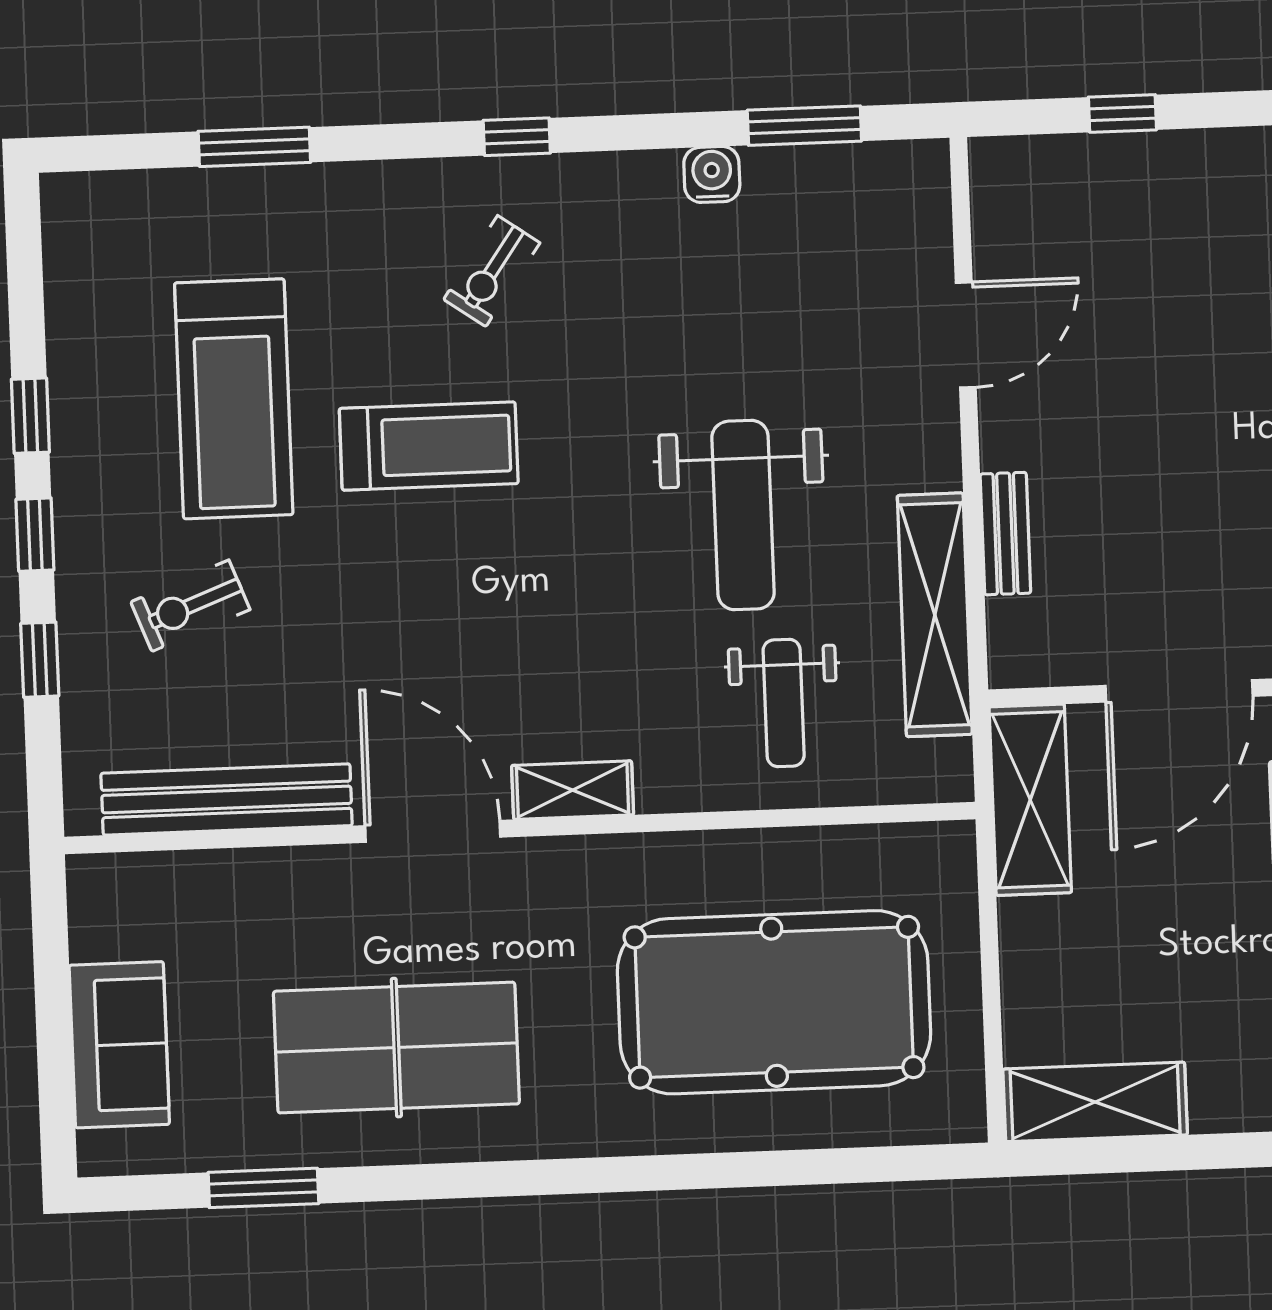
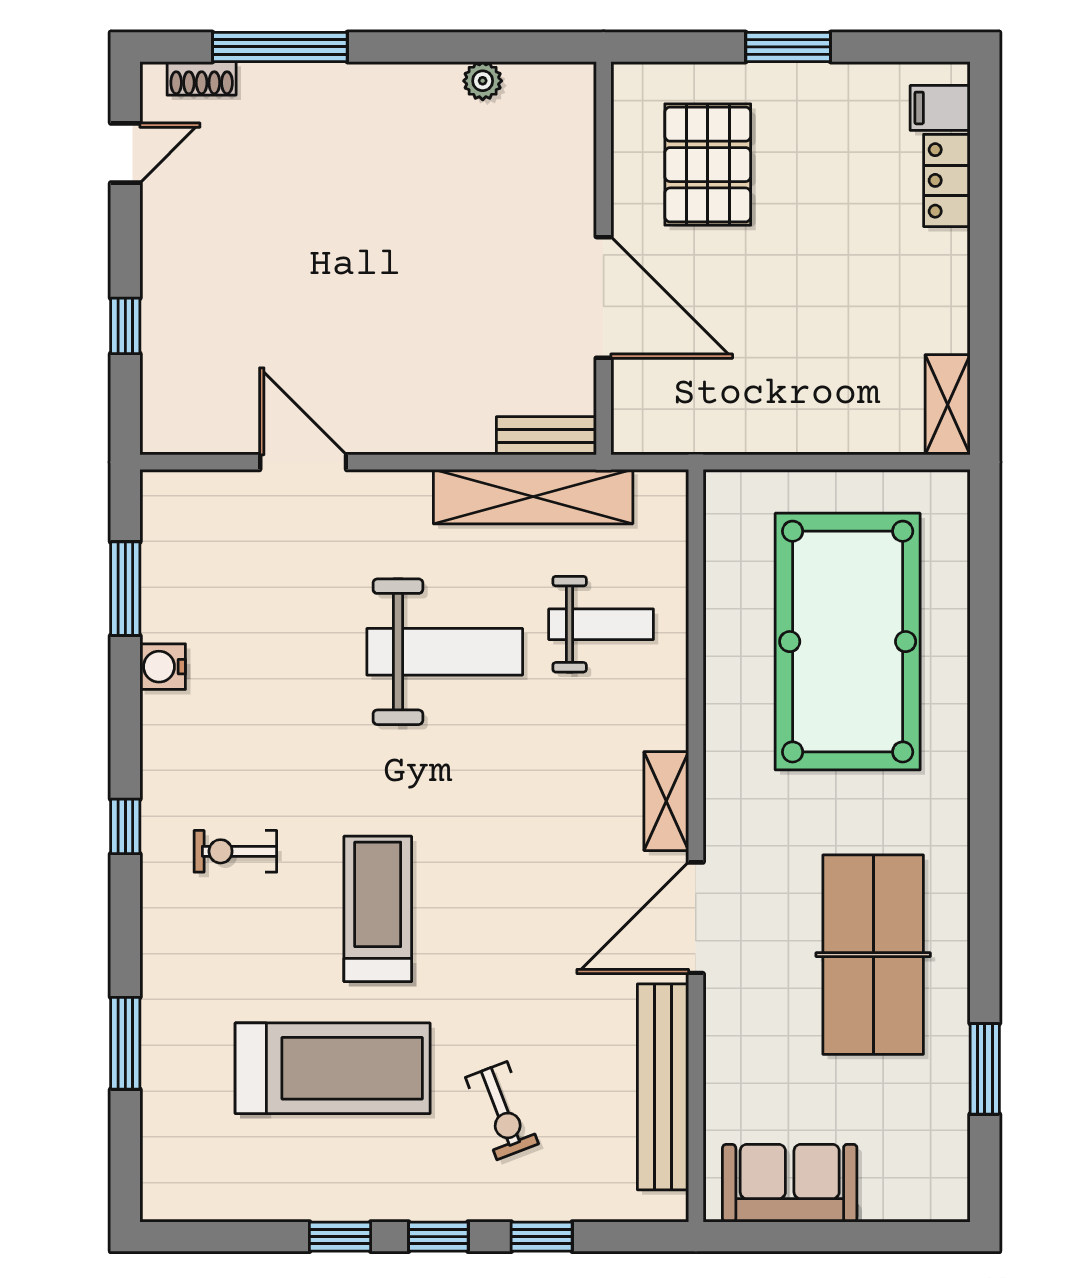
exercise bike: (492, 271) -> (235, 851), turned 145
bench: (1005, 534) -> (546, 436), moved
shelving: (1030, 800) -> (689, 424), removed
sofa: (119, 1045) -> (790, 1183), moved
shelving: (1095, 1102) -> (948, 405), width x0.67, depth x0.75

